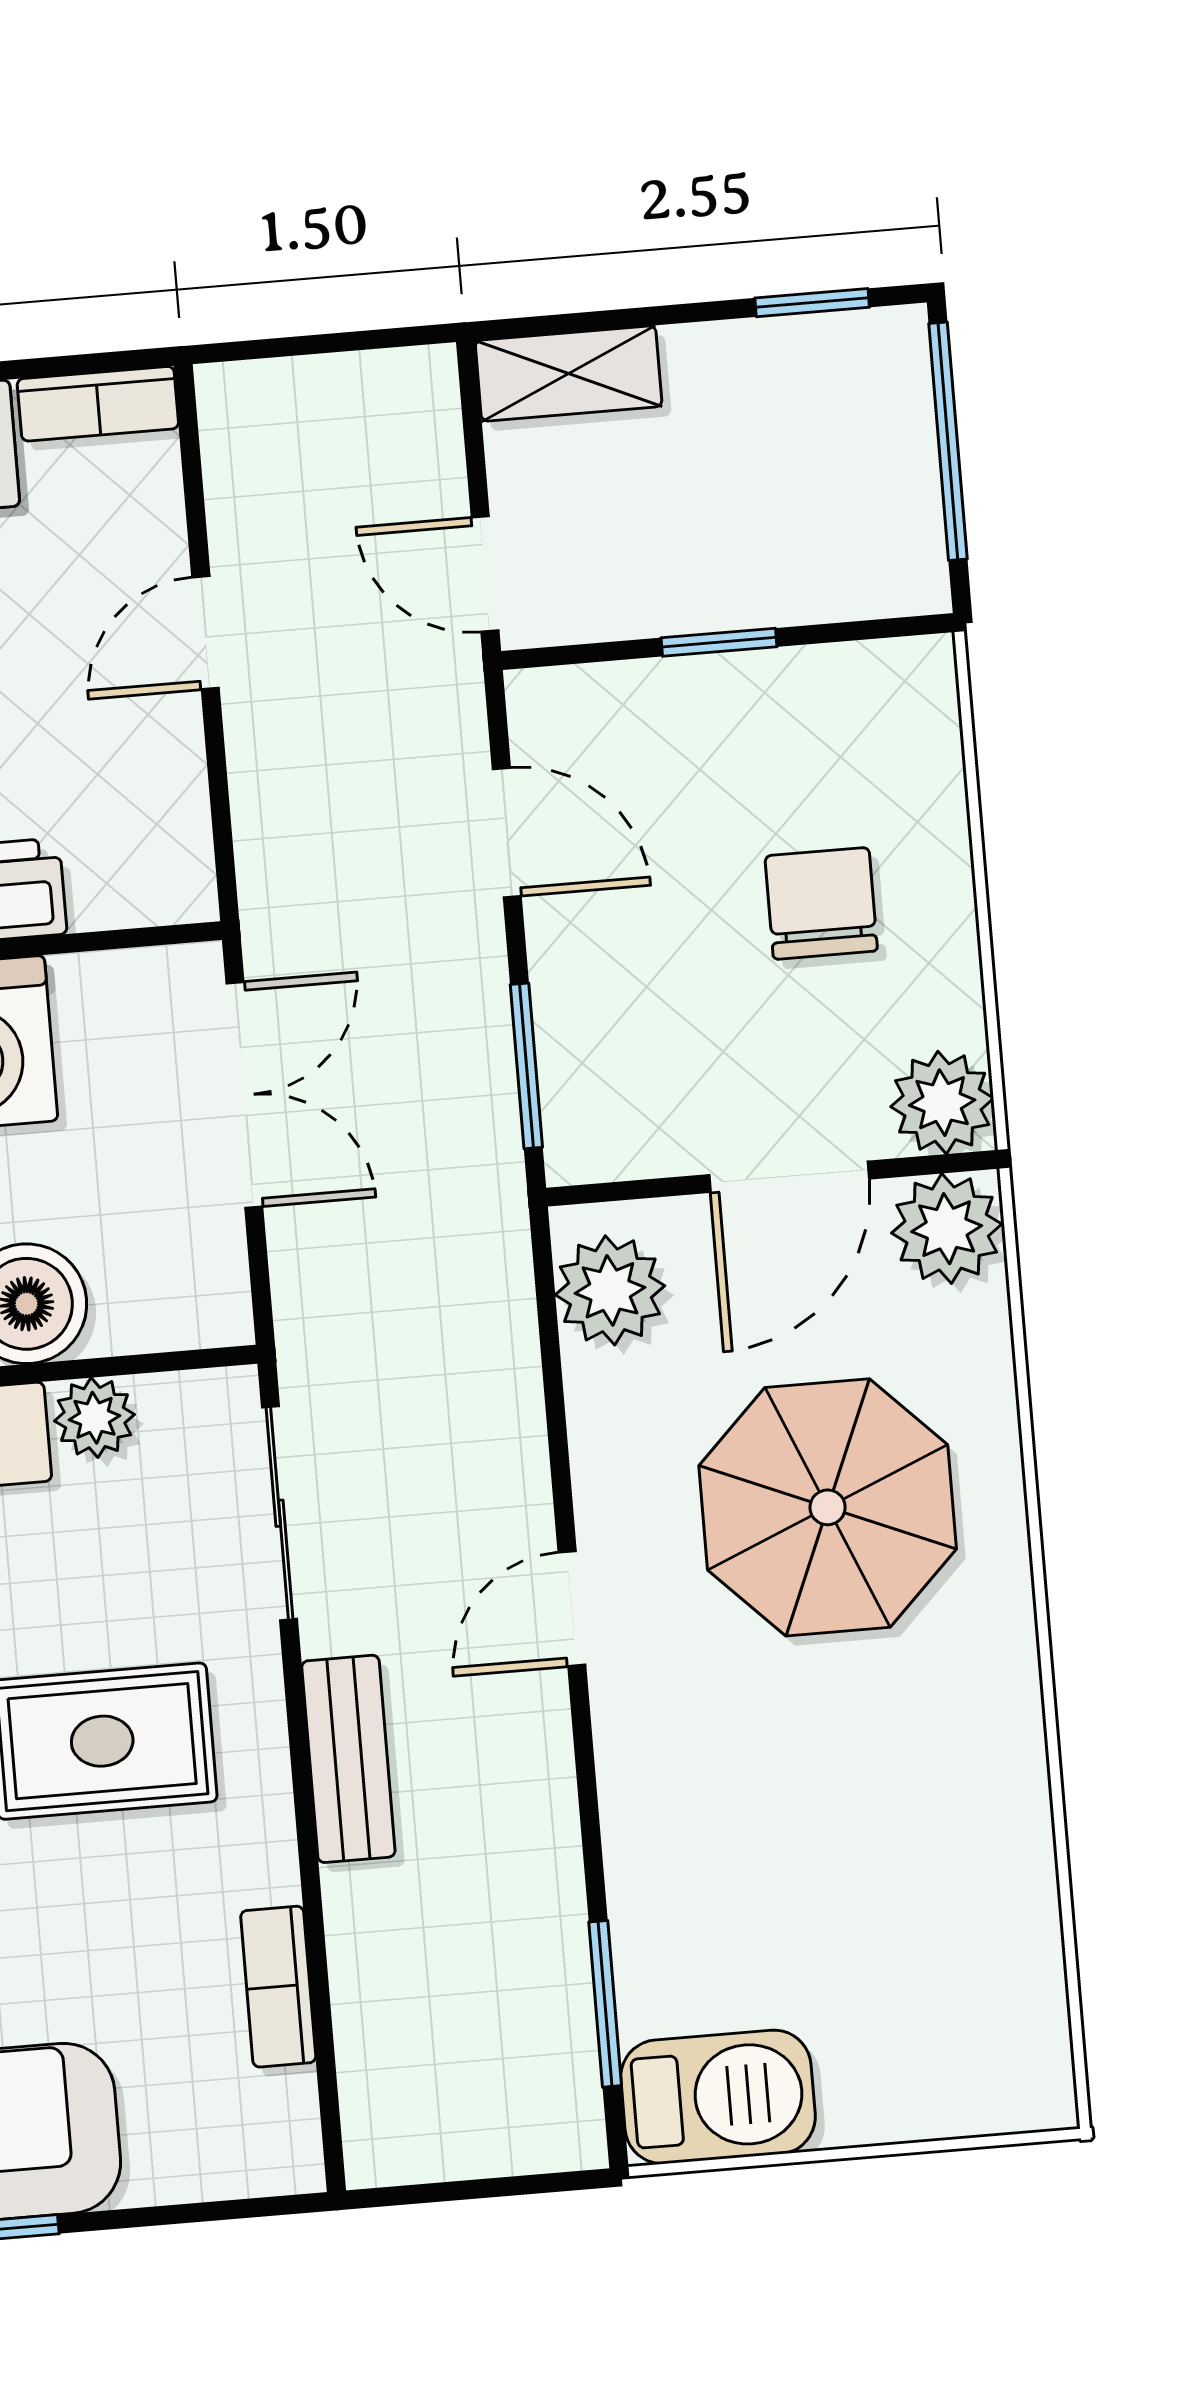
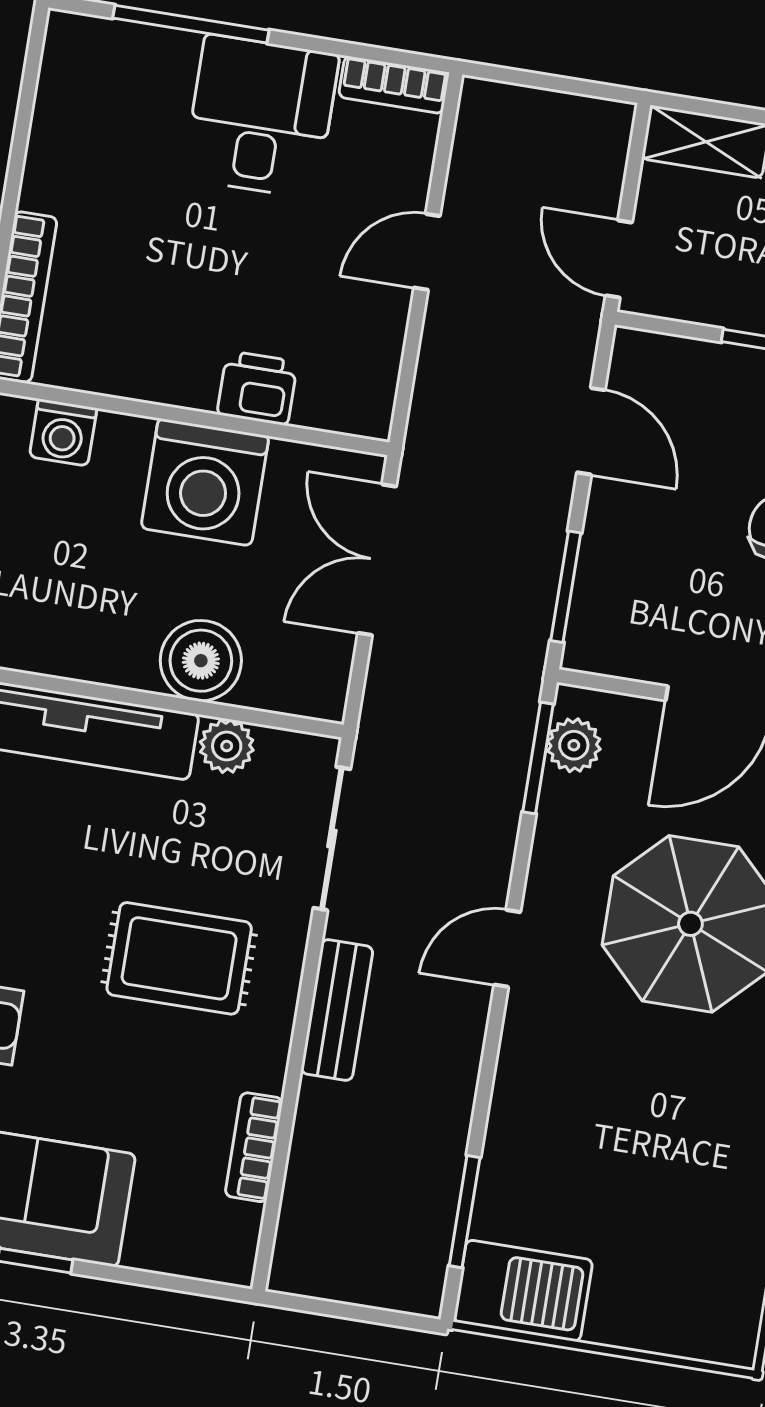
double door: (244, 1095) -> (377, 560), swing flipped
plant: (610, 1290) -> (574, 745), width x0.73, depth x0.73
window: (548, 1323) -> (538, 758), added

